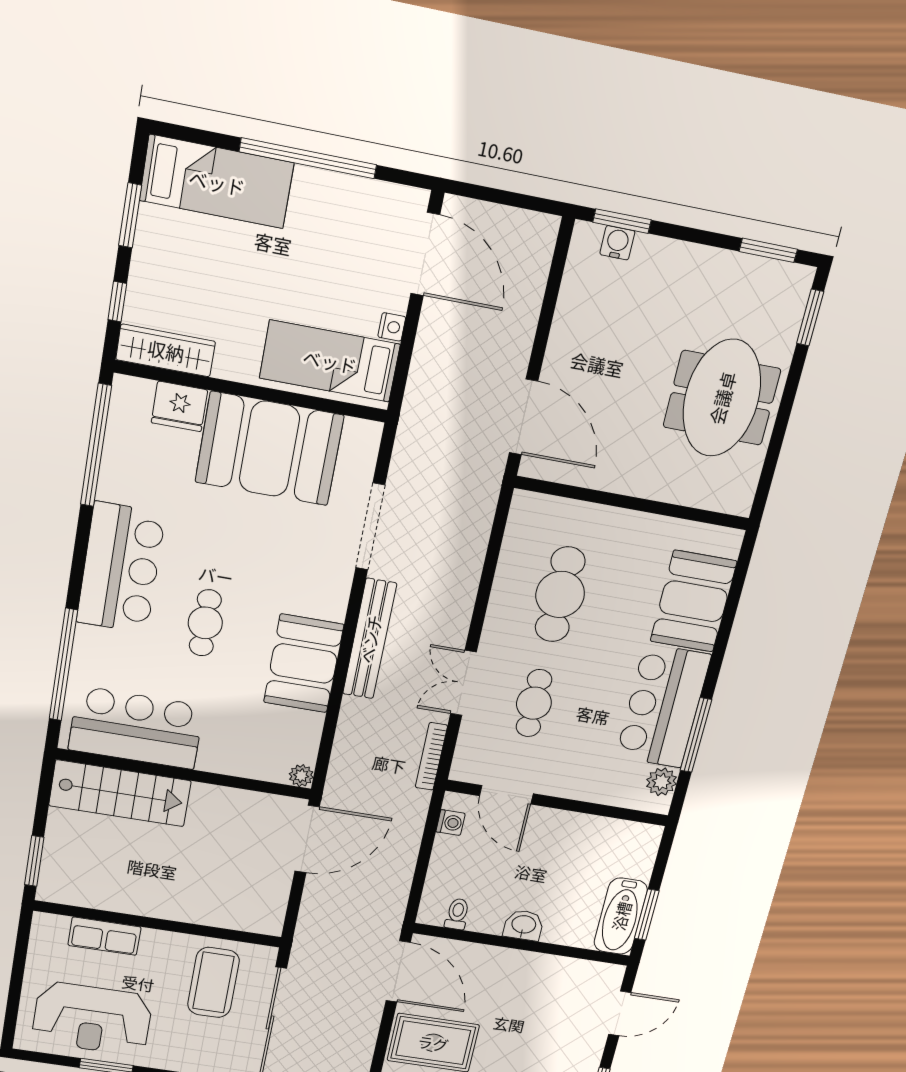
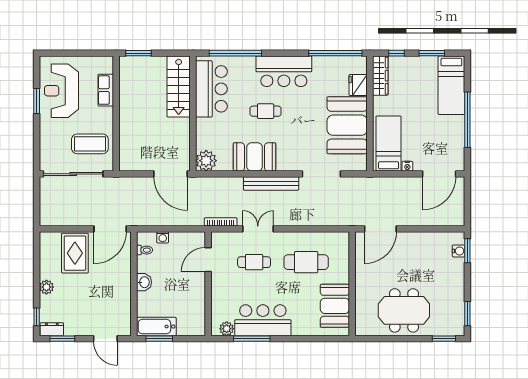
booth: (693, 601) -> (335, 306), moved, turned 90
plant: (301, 776) -> (206, 161), width x1.88, depth x1.88
washing machine: (451, 823) -> (163, 237), moved

